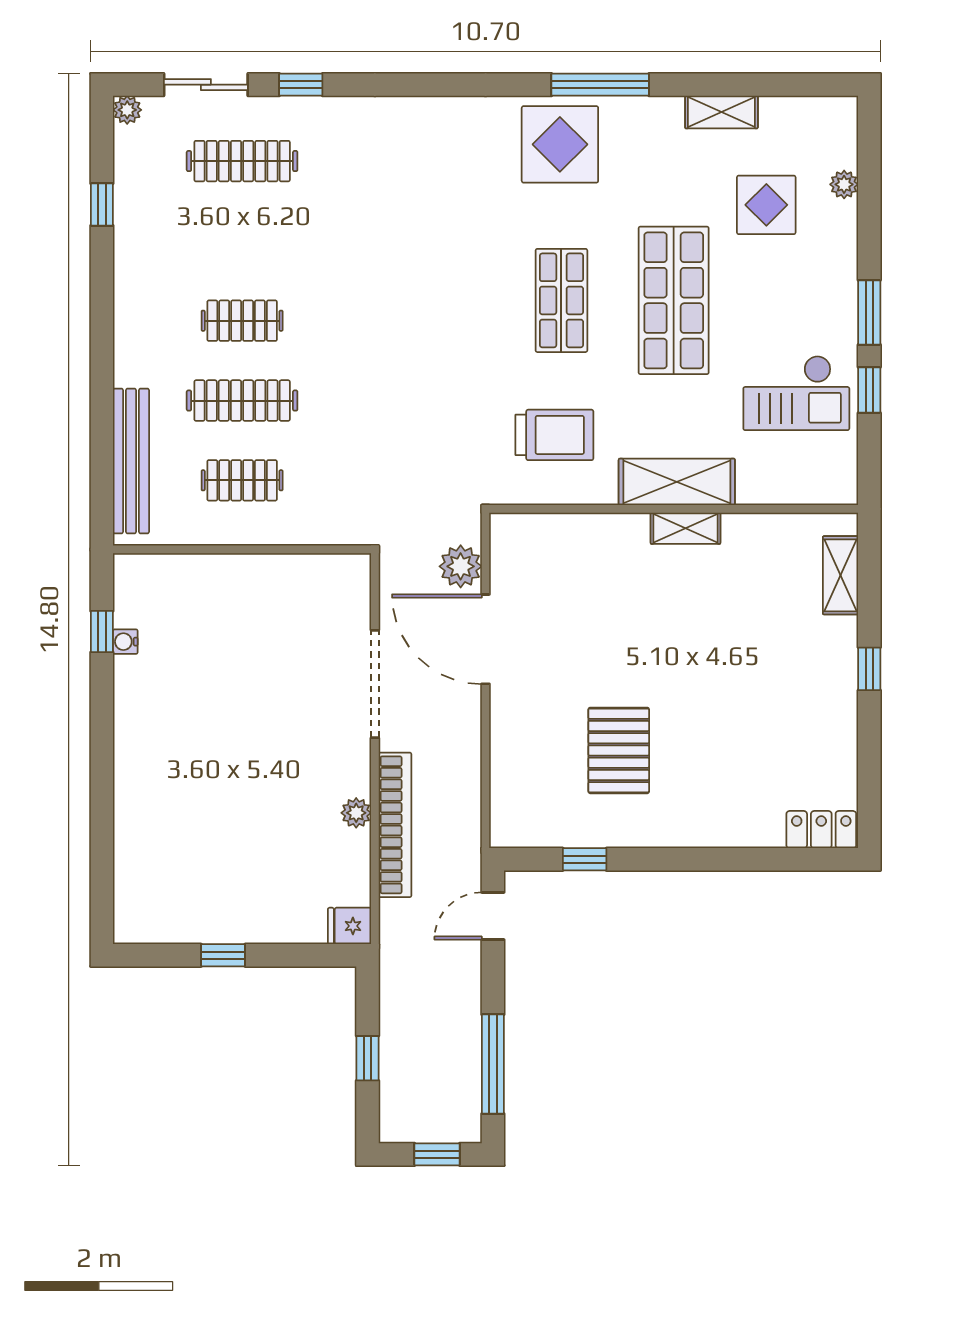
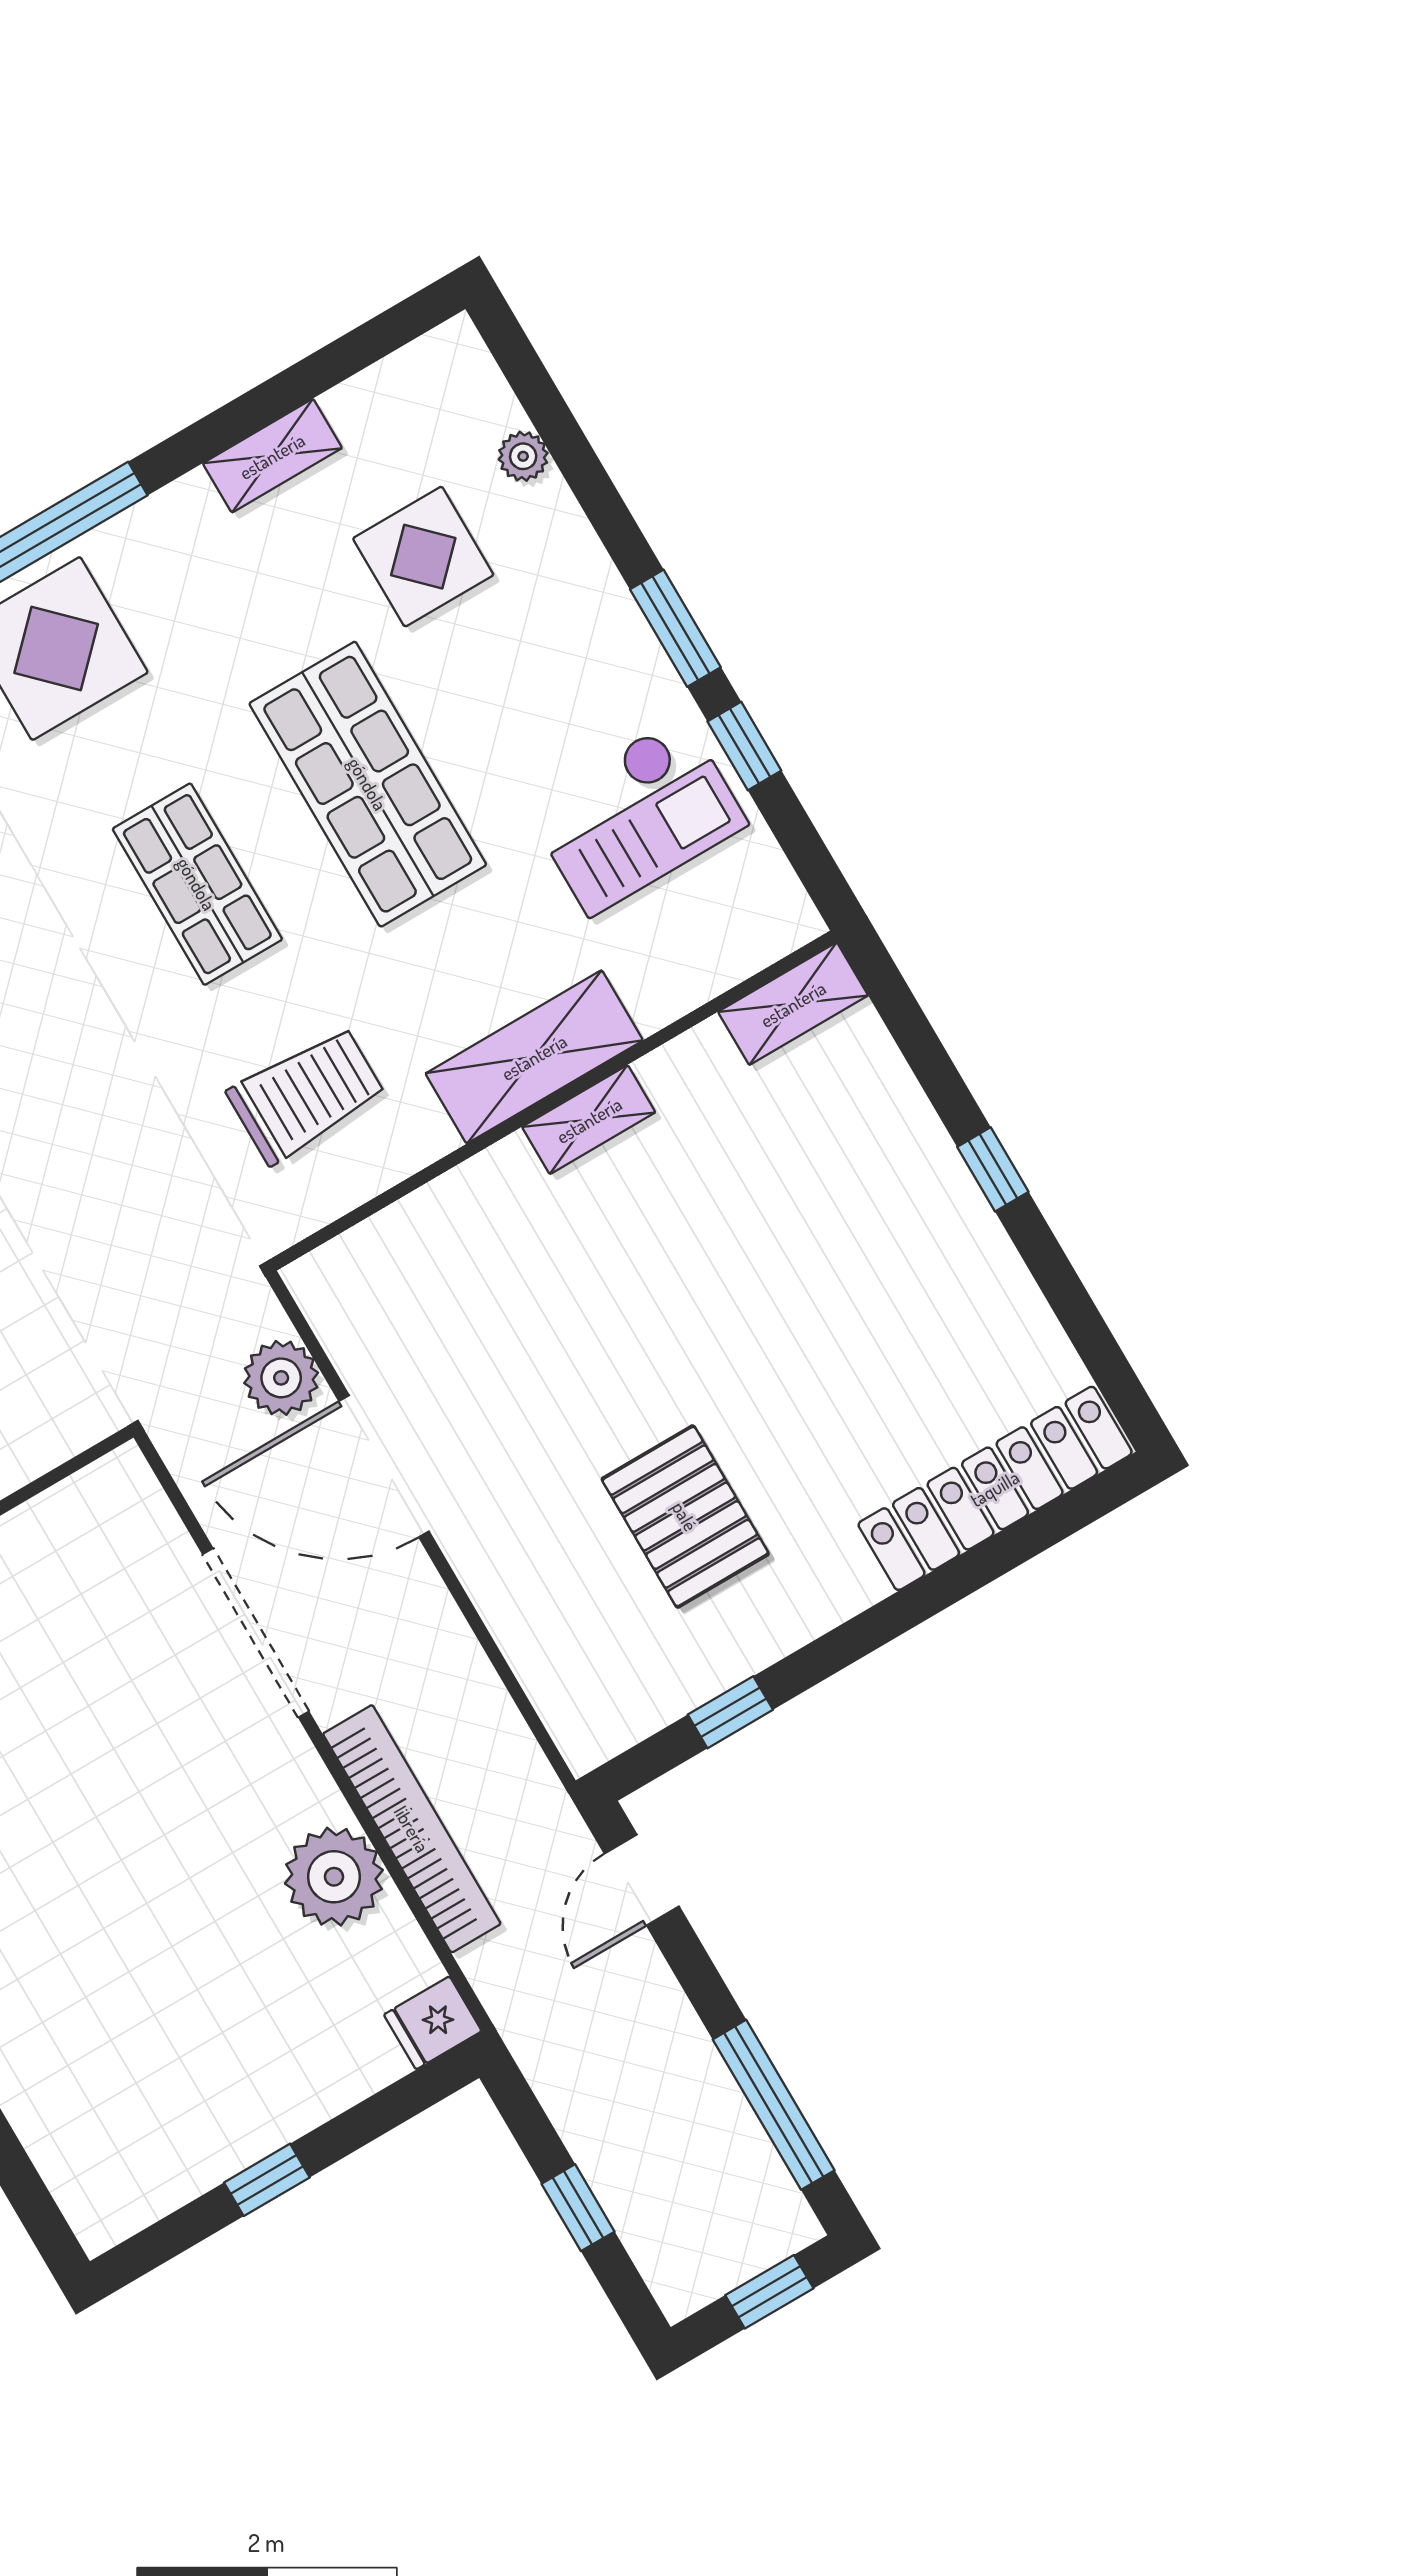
shelving: (841, 575) -> (793, 1004), moved, turned 90
plant: (356, 813) -> (334, 1877), width x1.88, depth x1.88
locker: (821, 830) -> (995, 1488), width x2.16, depth x1.21

